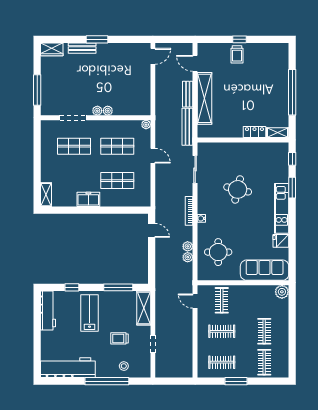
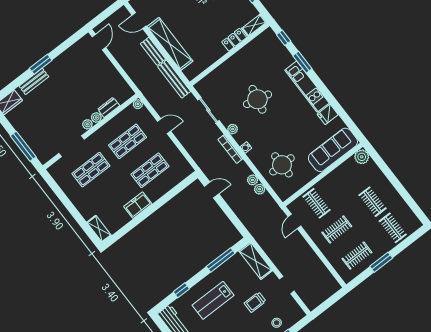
dresser: (123, 110) -> (109, 107), added
plant: (202, 197) -> (233, 129), added
door: (195, 301) -> (294, 221), hinge flipped
lab bench: (90, 313) -> (213, 300), turned -90

